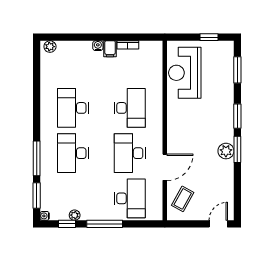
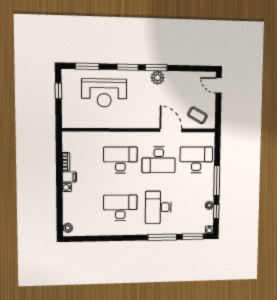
reception desk: (185, 73) -> (104, 93), moved
desk: (73, 108) -> (120, 208), turned 180
desk: (73, 153) -> (158, 207), turned 90

